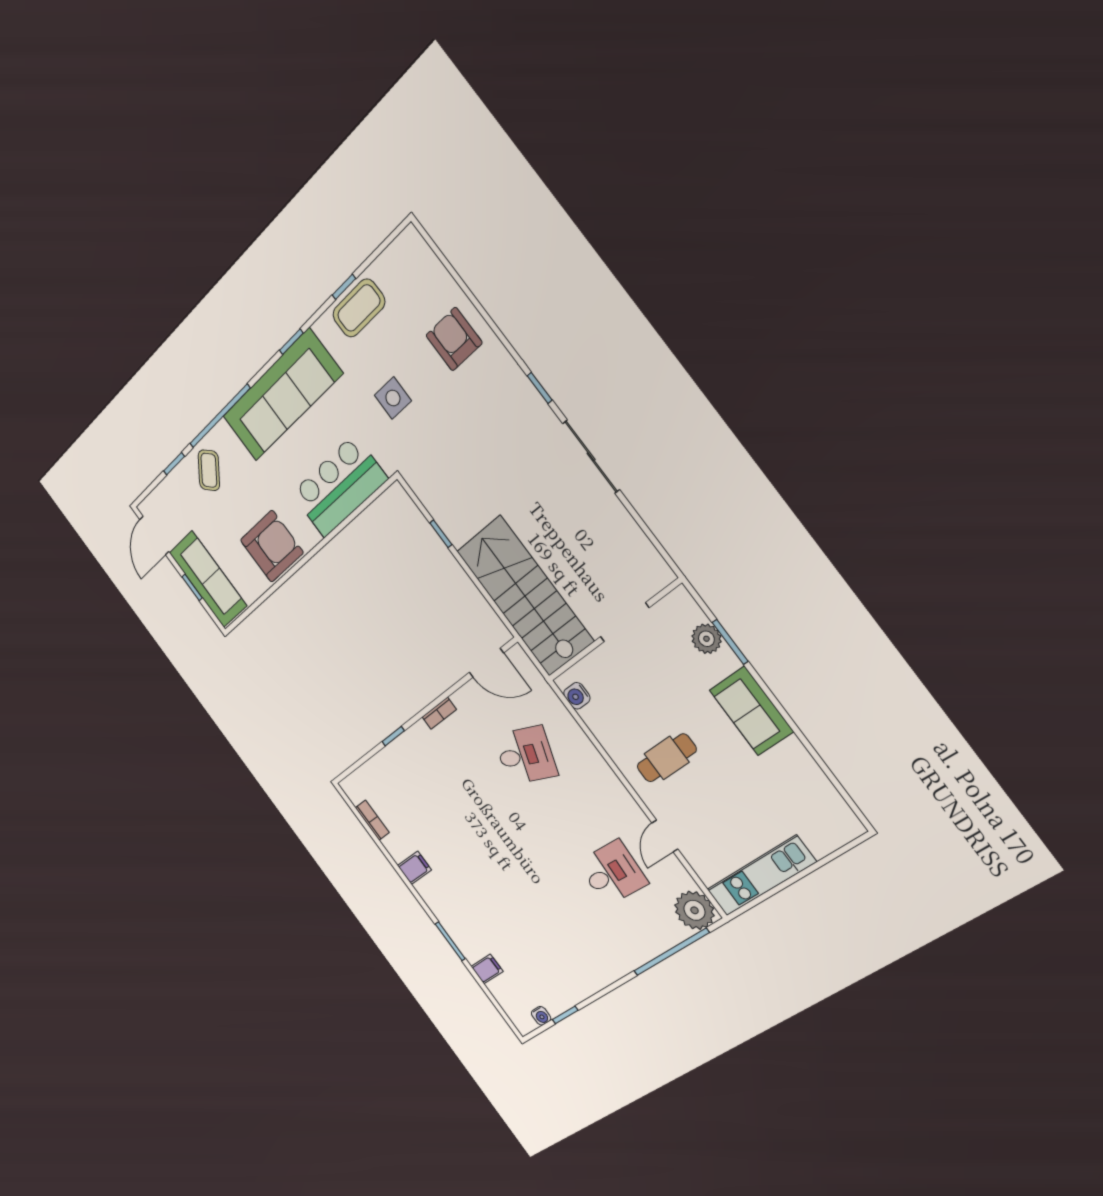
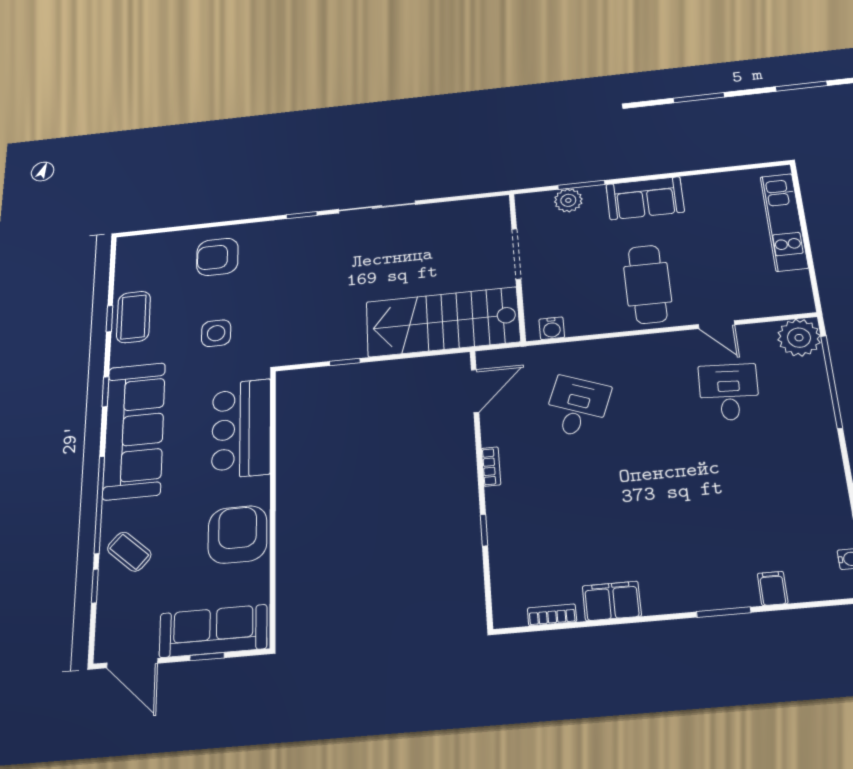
cafe table: (667, 758) -> (648, 284), width x1.37, depth x1.35
filing cabinet: (414, 868) -> (612, 601), width x2.00
kitchen unit: (761, 876) -> (784, 222), moved

